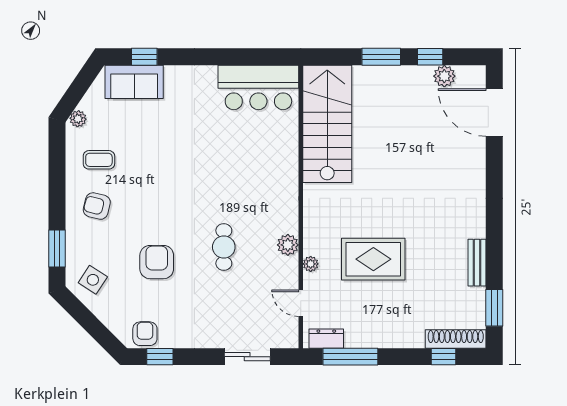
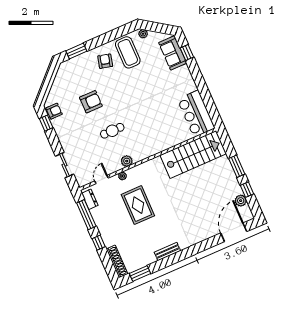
coffee table: (99, 160) -> (128, 52), width x1.86, depth x1.72
bench: (477, 263) -> (167, 251), moved
side table: (93, 280) -> (69, 75), removed
window: (444, 357) -> (99, 243), moved

